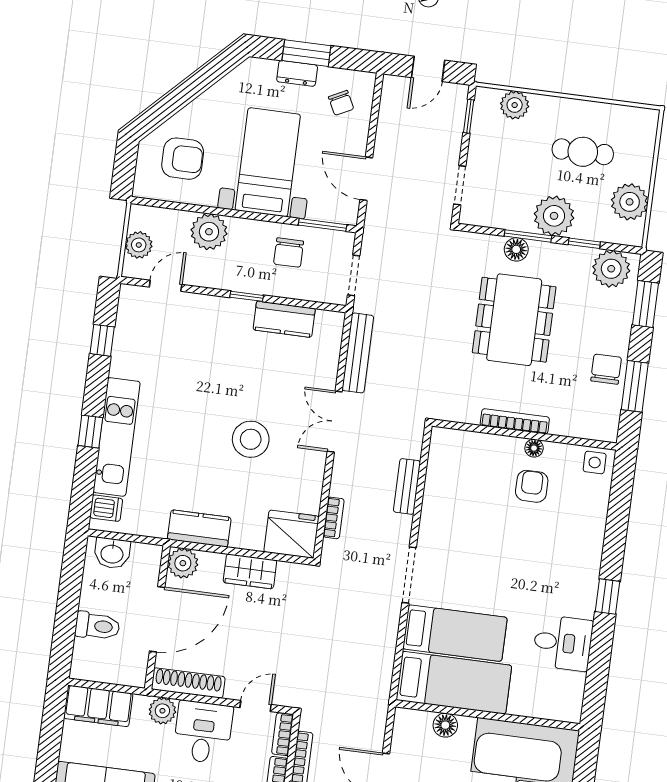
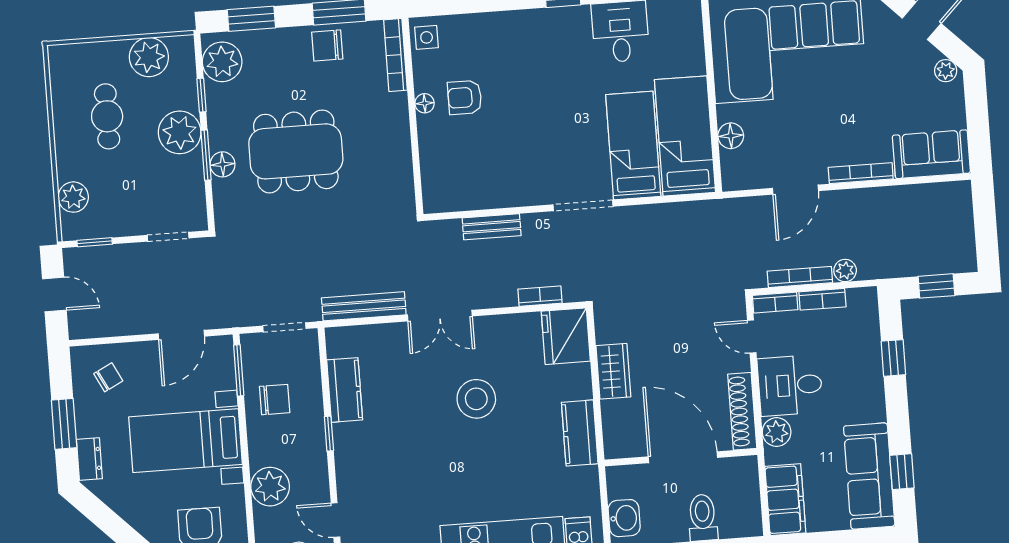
dresser: (297, 73) -> (89, 459), moved
bookcase: (515, 421) -> (395, 55), moved
plant: (183, 563) -> (619, 443), removed

